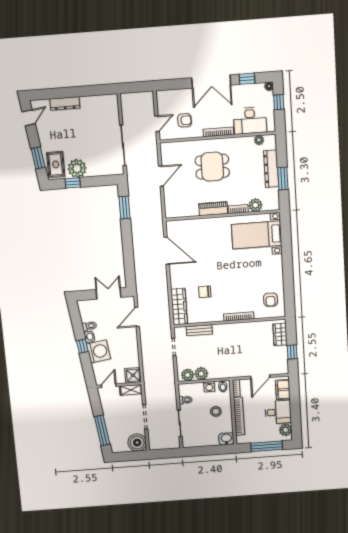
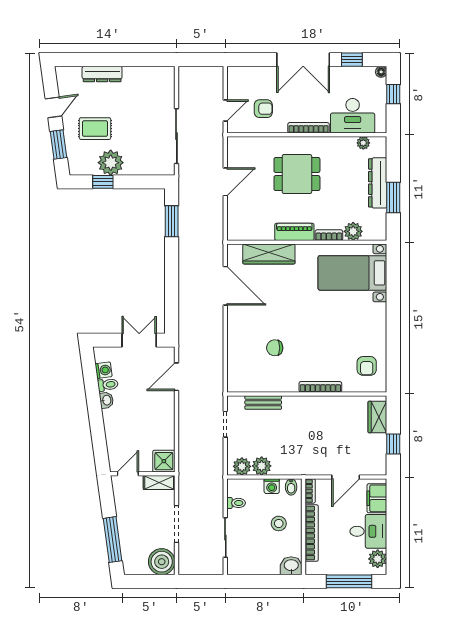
door: (29, 118) -> (53, 107), moved
rug: (56, 164) -> (95, 129), moved, turned 90
wardrobe: (179, 307) -> (269, 254), moved, turned 90
window: (82, 346) -> (95, 413), removed
washing machine: (98, 351) -> (104, 370), moved, width x0.53, depth x0.53

